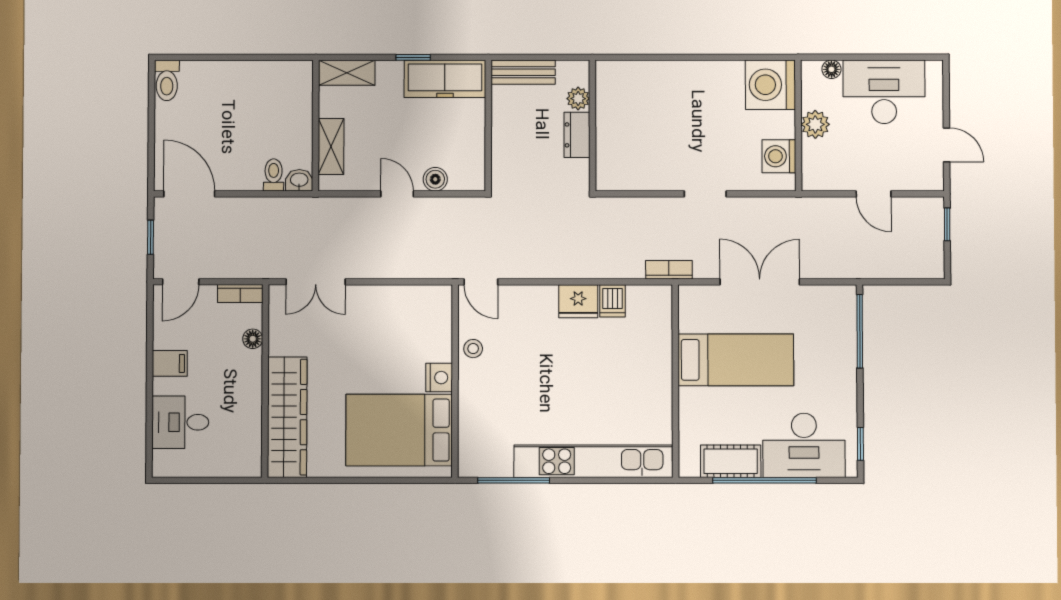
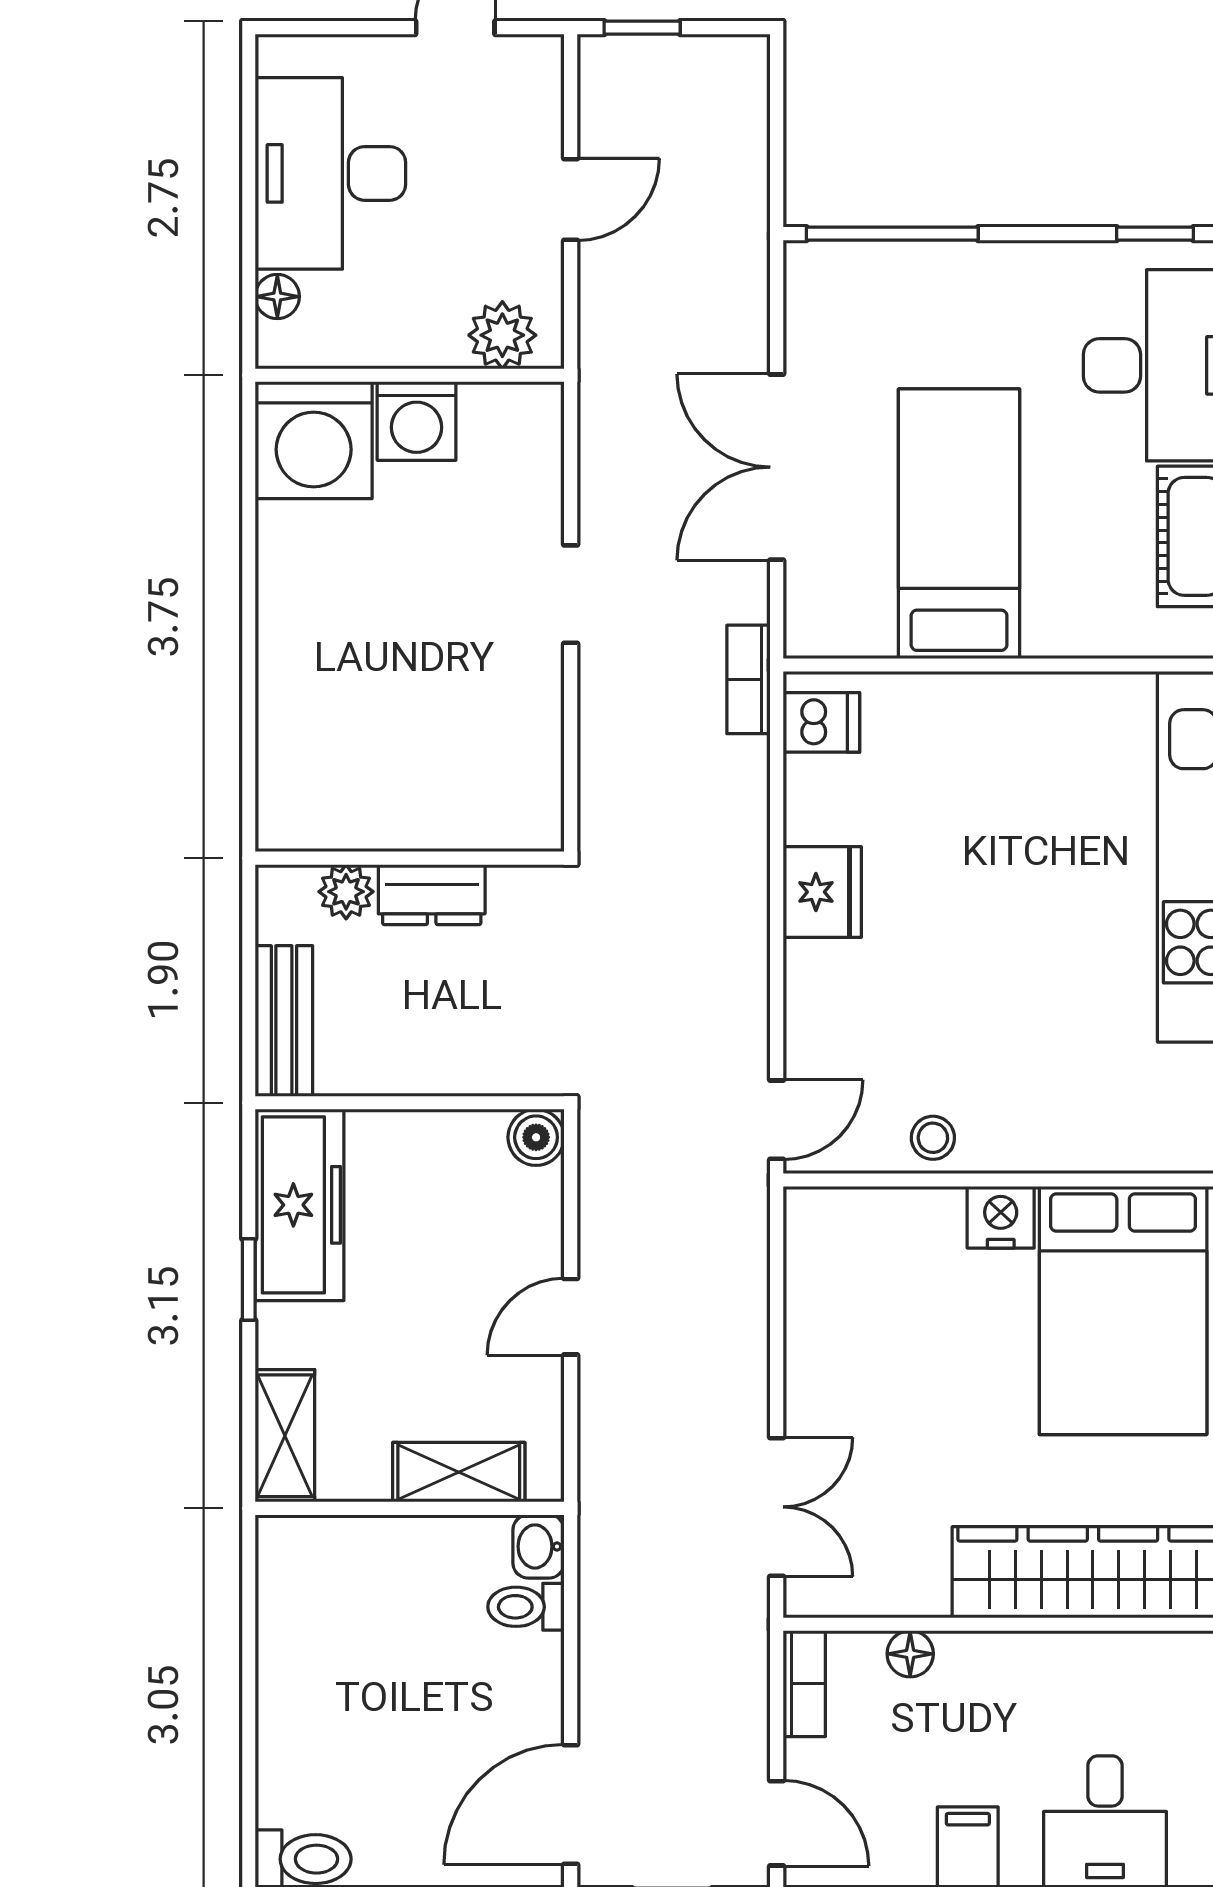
plant: (815, 124) -> (502, 335), moved
washing machine: (779, 156) -> (417, 421), moved
boiler: (435, 179) -> (536, 1137), moved
dishwasher: (612, 301) -> (821, 722), moved

